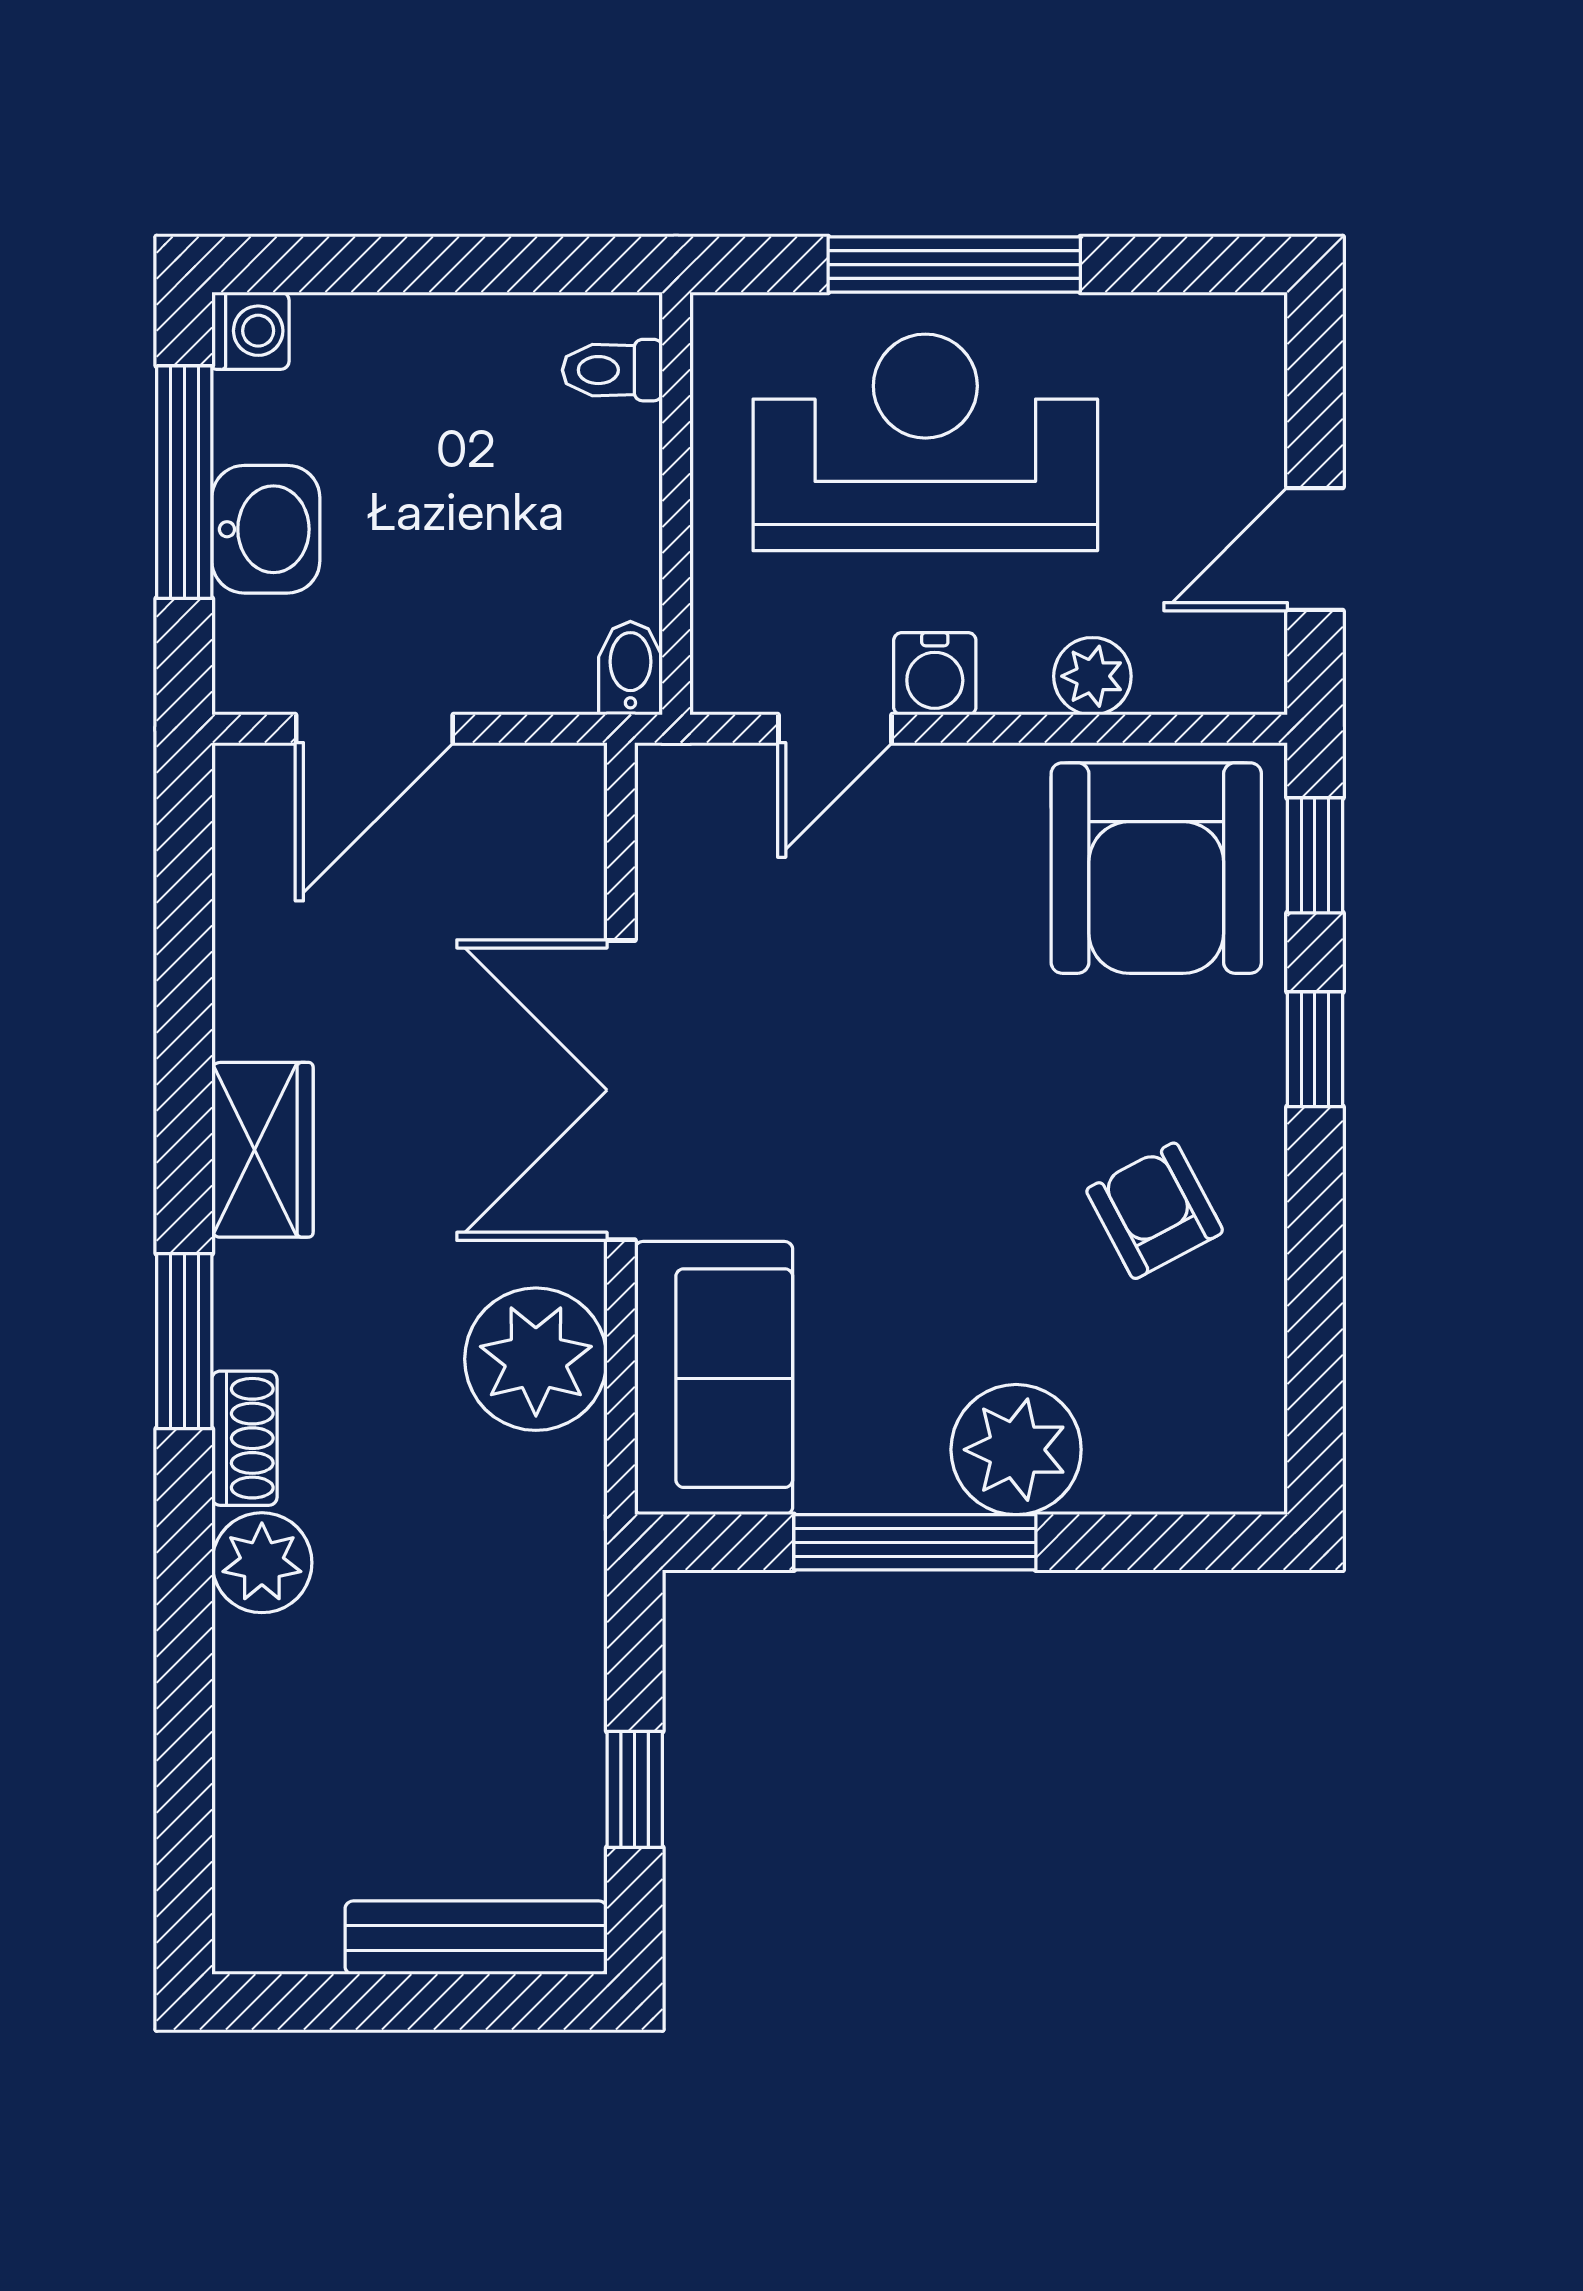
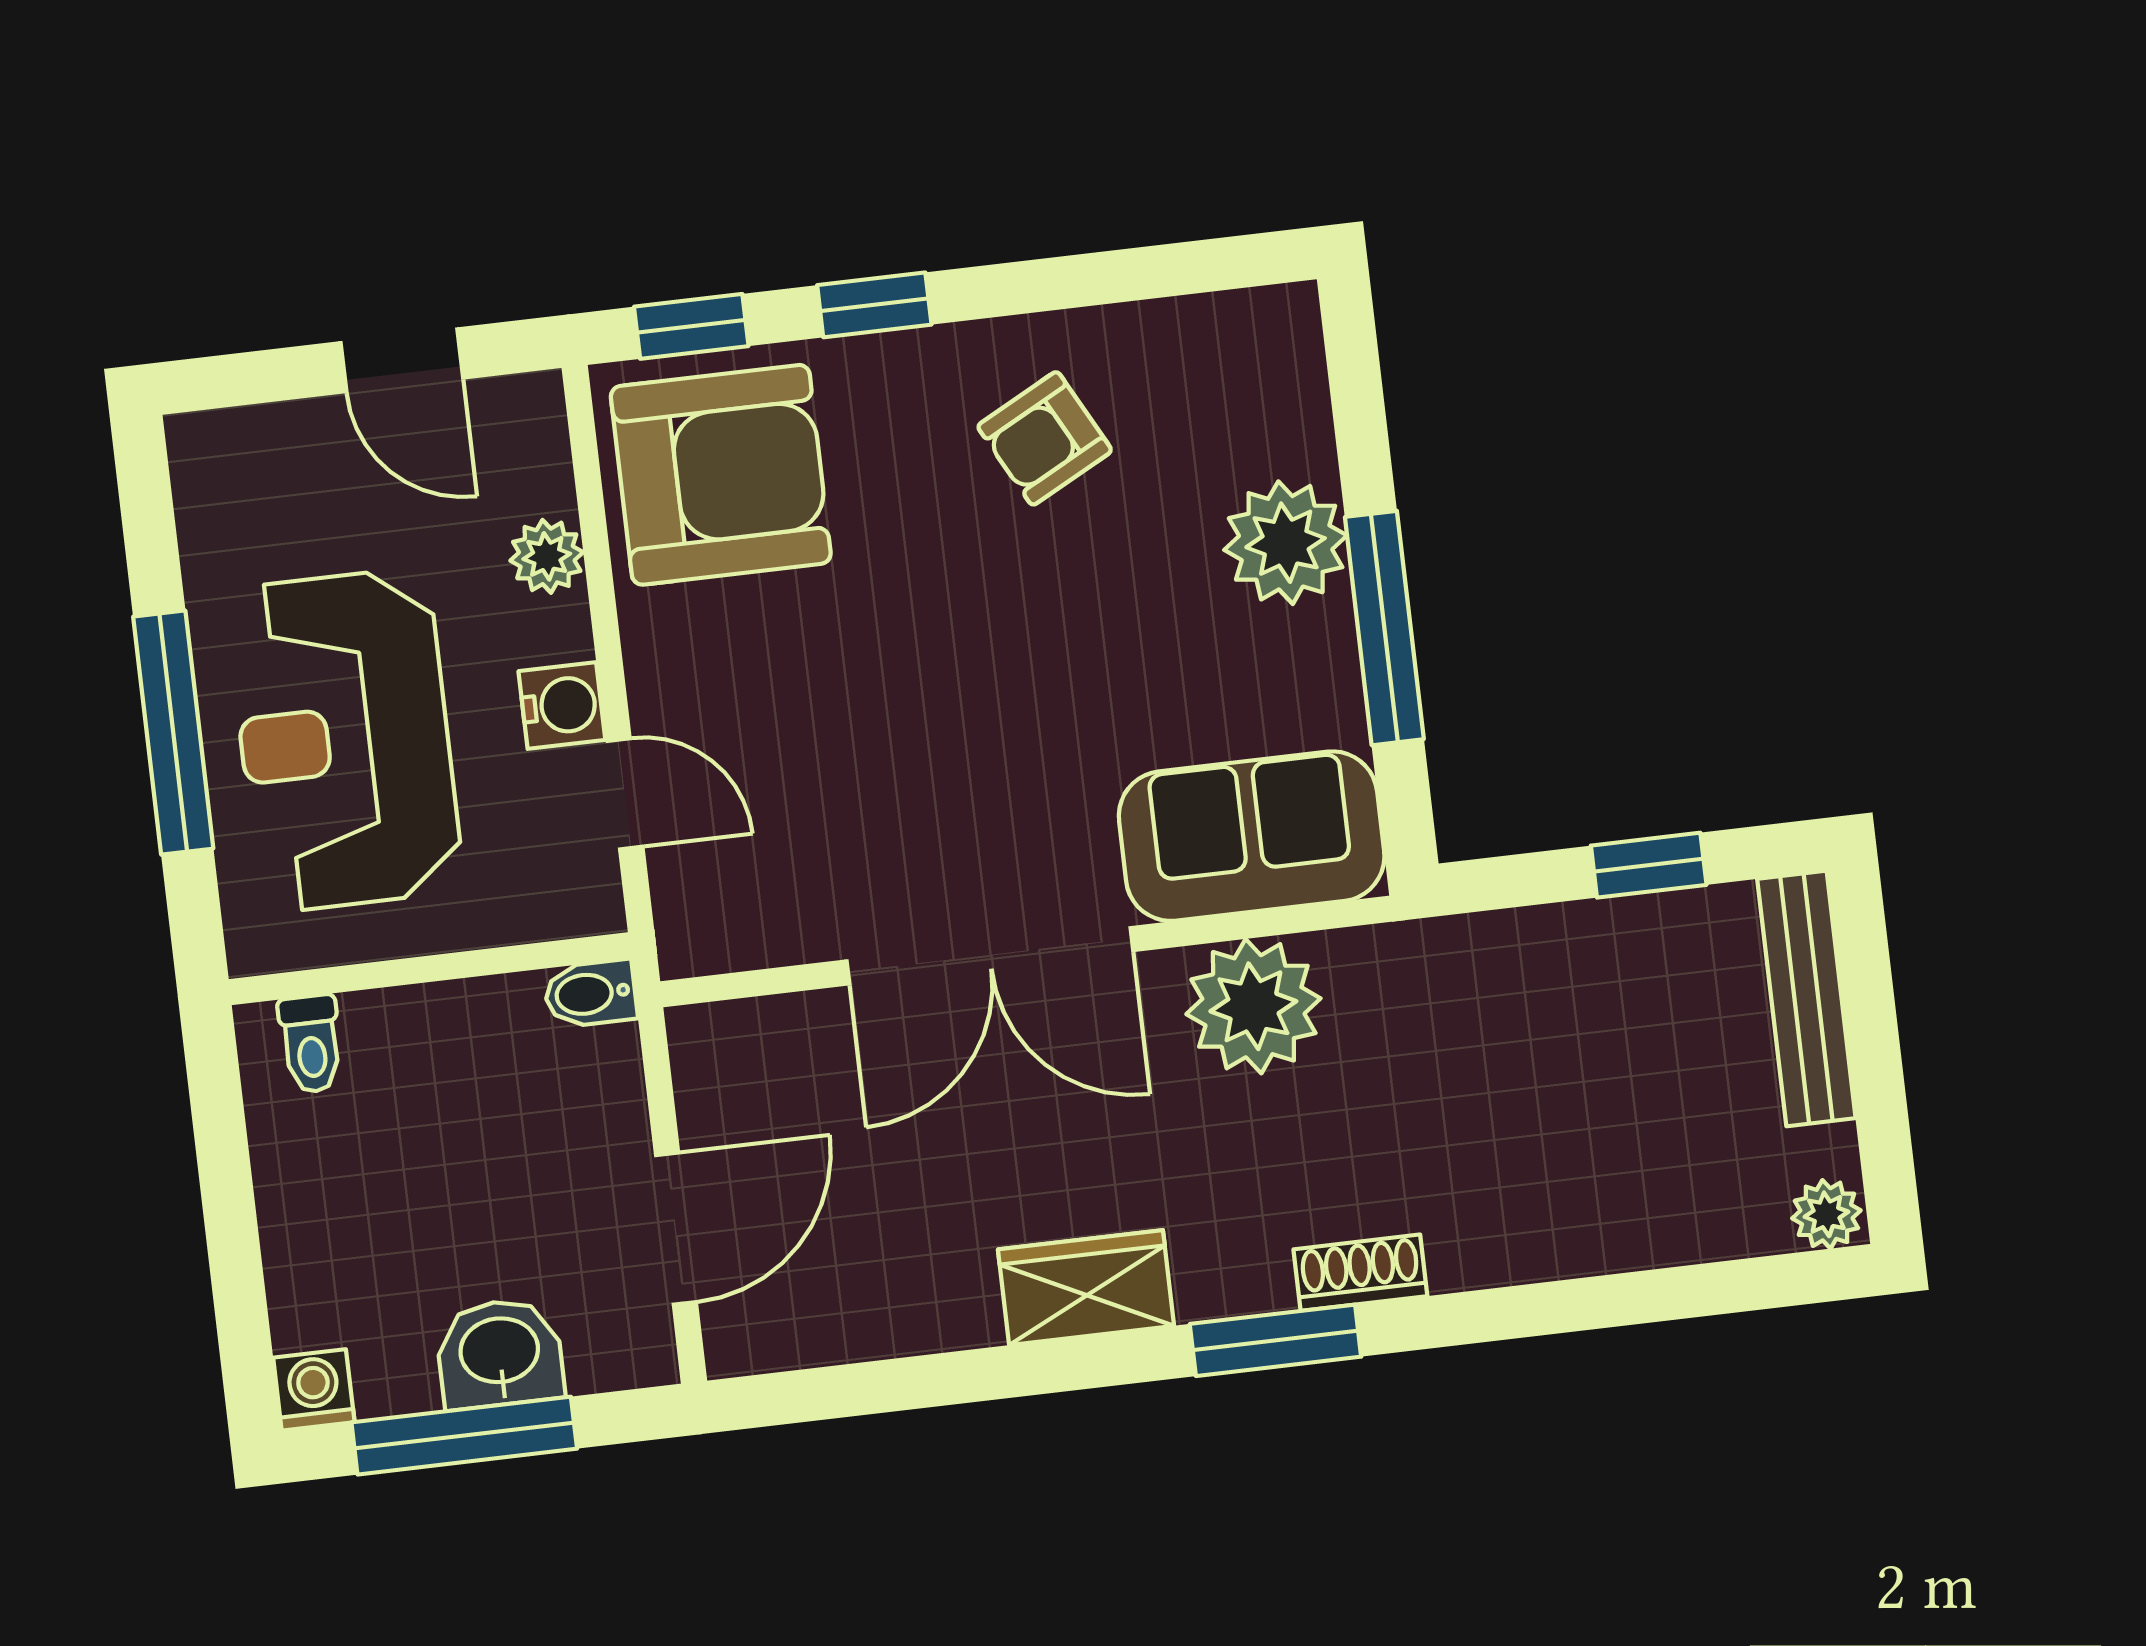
door: (374, 729) -> (676, 1229), hinge flipped
plant: (262, 1563) -> (1826, 1214), moved, width x0.73, depth x0.73

